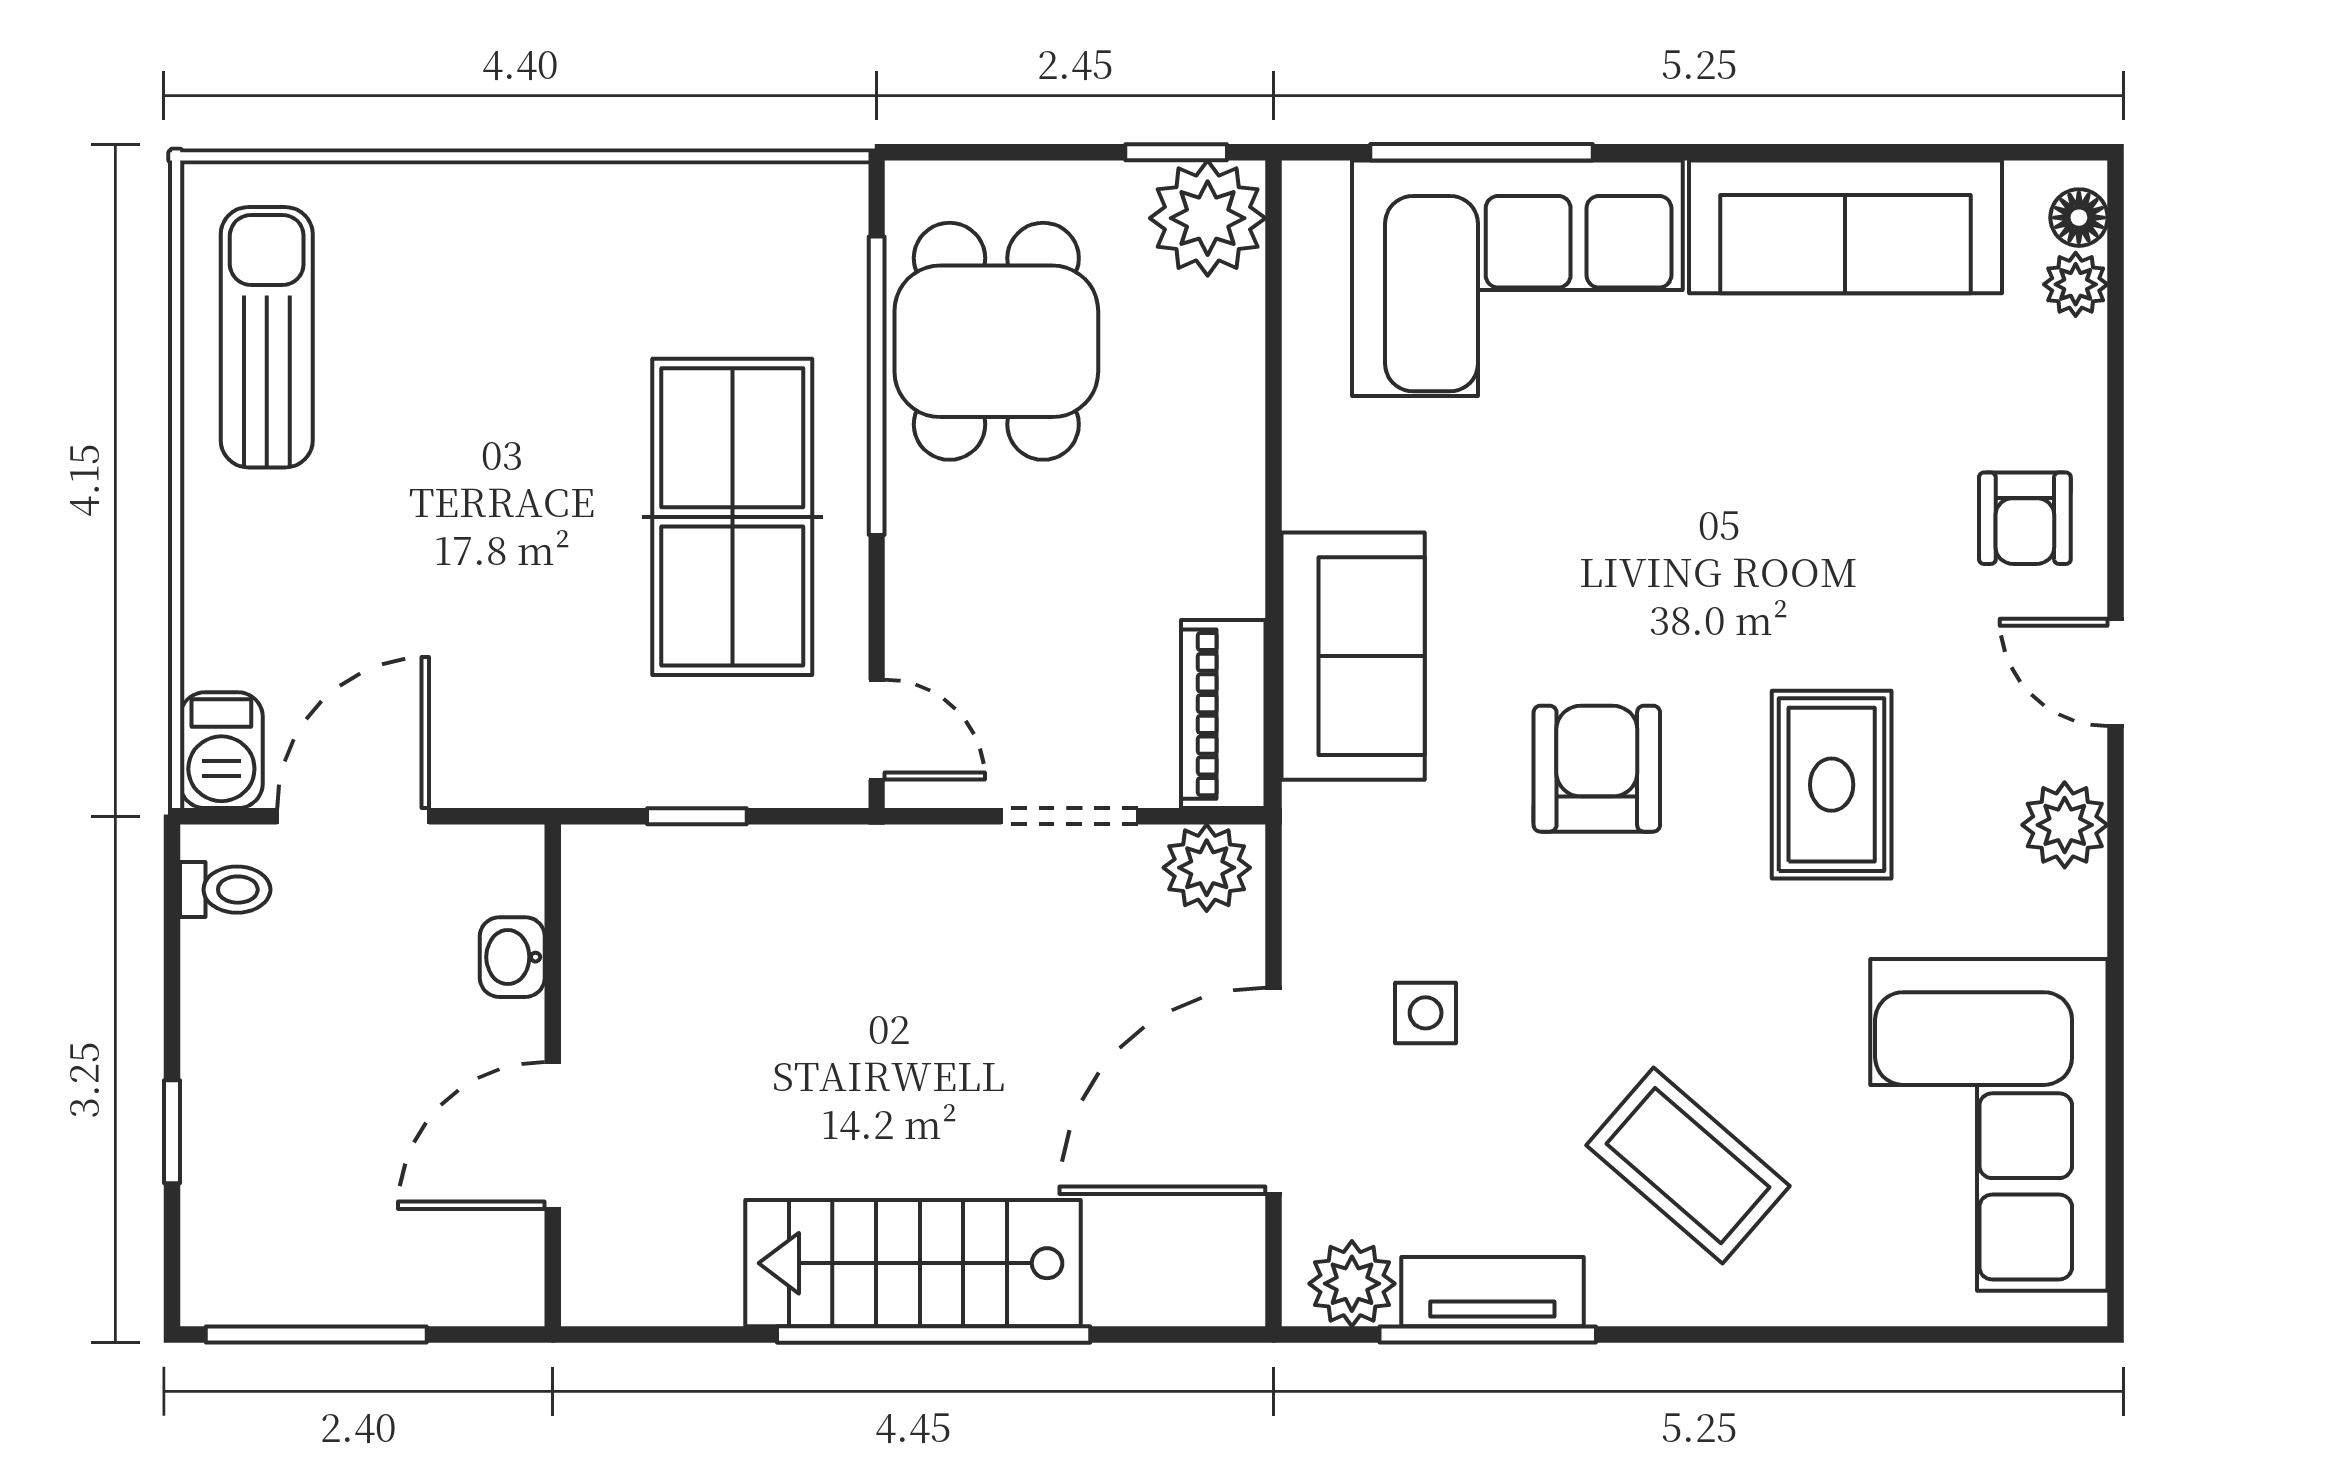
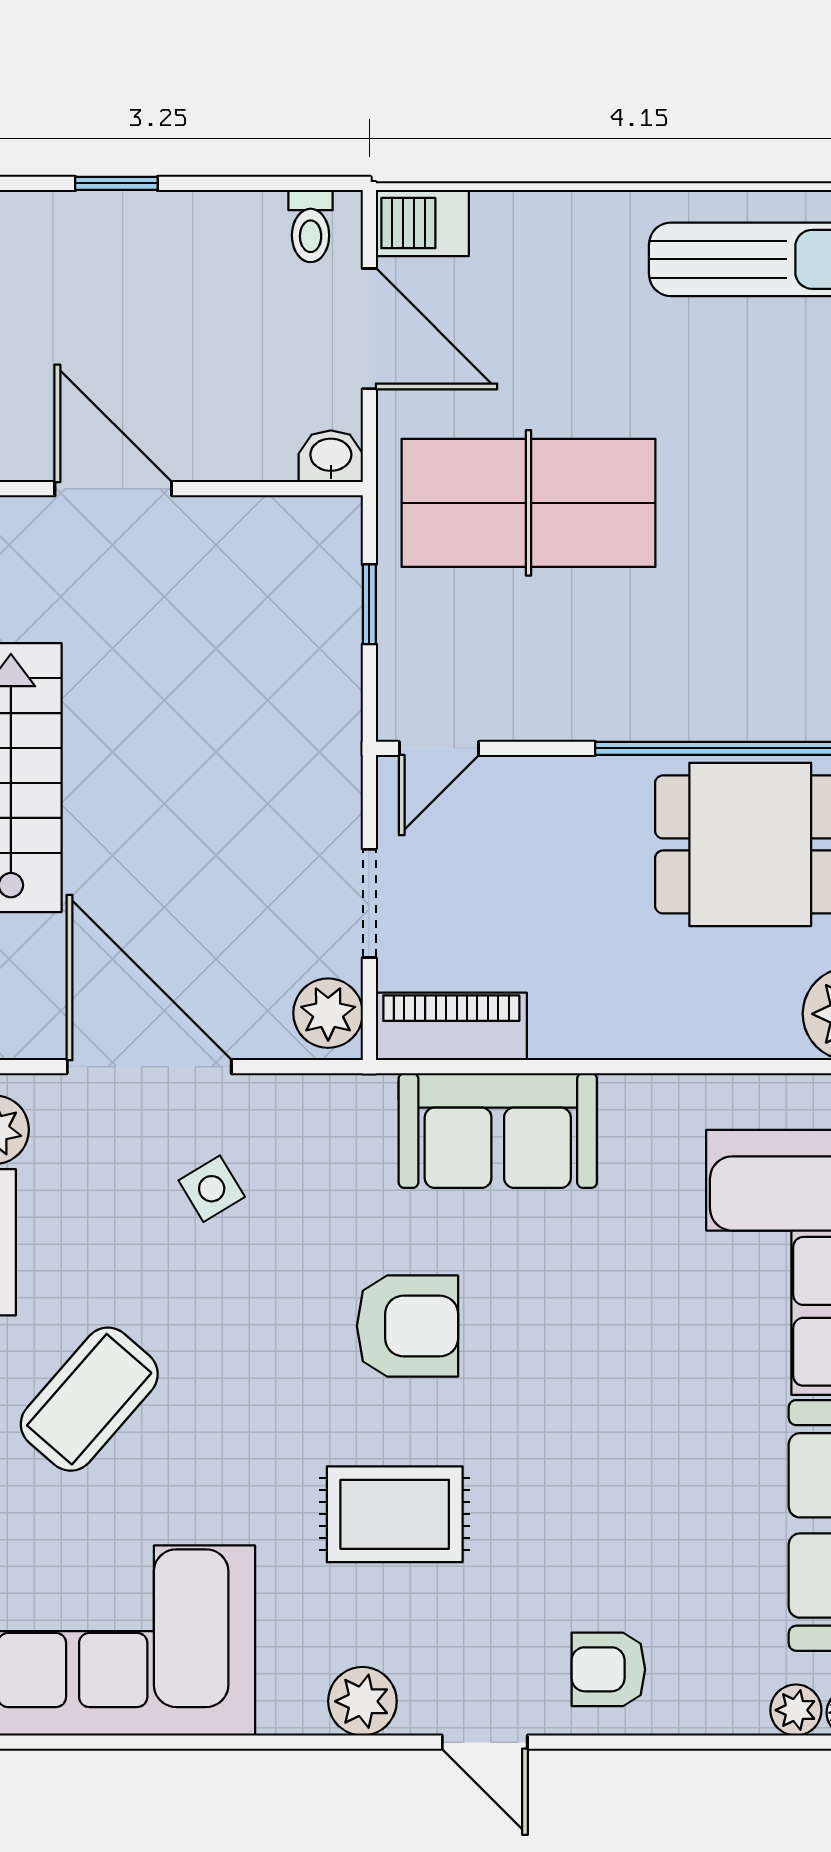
table tennis table: (732, 517) -> (528, 503), moved
door: (2116, 672) -> (485, 1742), swing flipped
washbasin: (512, 957) -> (331, 456), moved
side table: (1426, 1013) -> (212, 1189), turned -31

